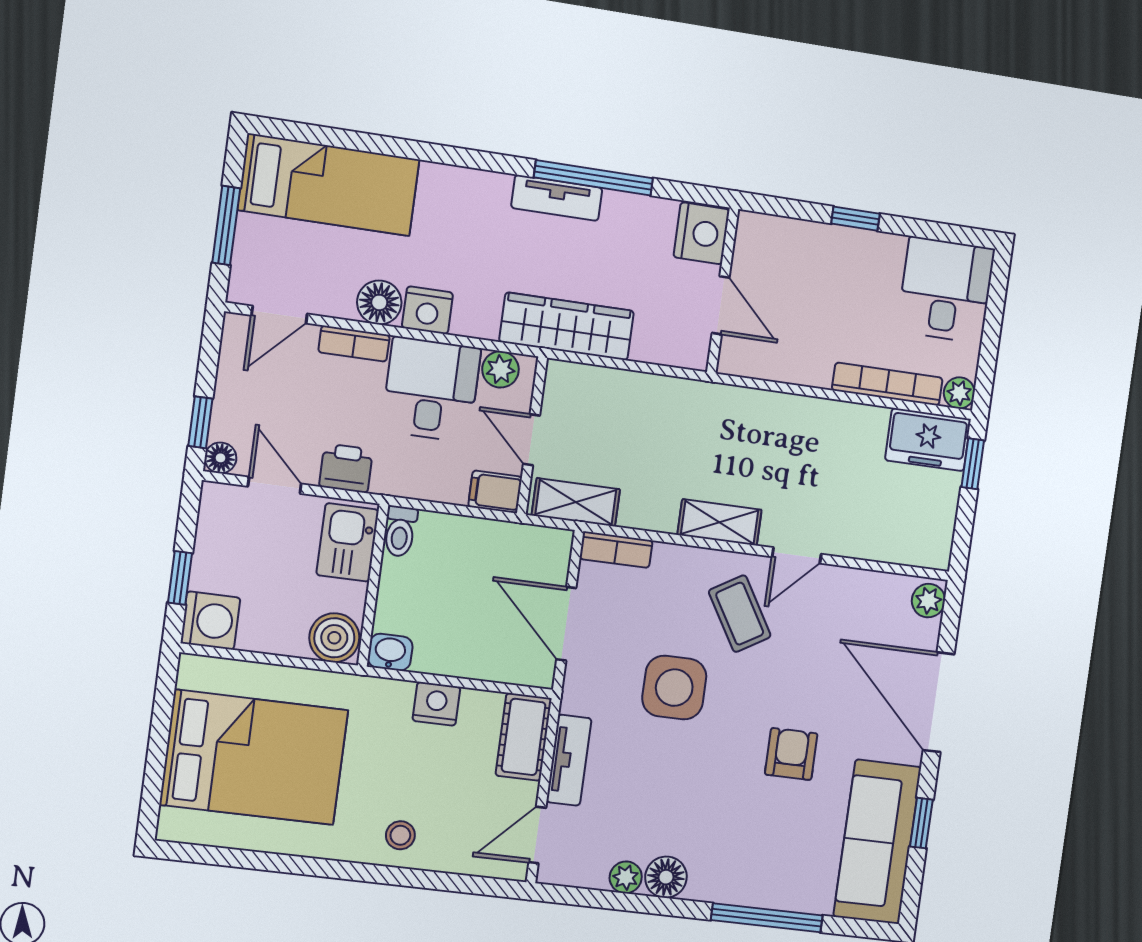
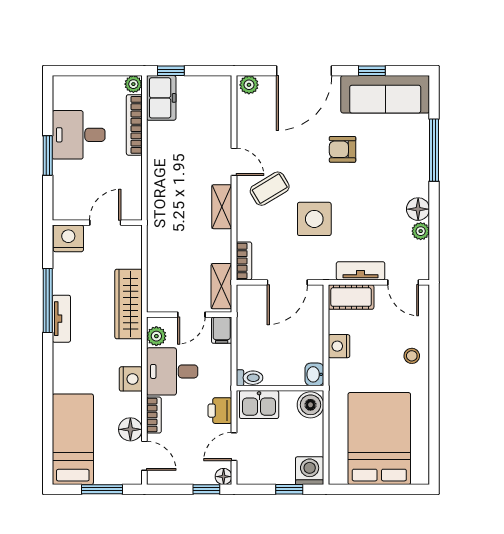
window: (855, 219) -> (48, 155), width x1.50
desk: (946, 290) -> (79, 135), moved
floor lamp: (379, 302) -> (130, 429), moved

